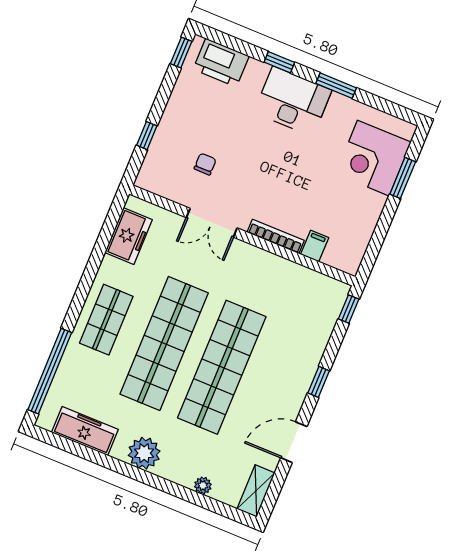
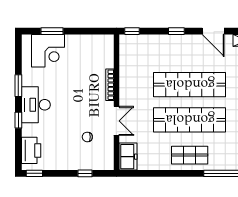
freezer: (129, 236) -> (128, 157), moved, turned 90
filing cabinet: (315, 246) -> (106, 62), removed

